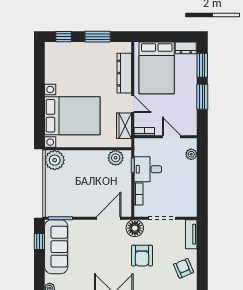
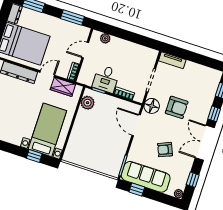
window: (202, 97) -> (72, 17), moved
bed with nightstands: (72, 116) -> (47, 130), width x0.73
window: (39, 119) -> (34, 156), added
plant: (55, 160) -> (73, 154), removed
armchair: (184, 268) -> (165, 150), moved

